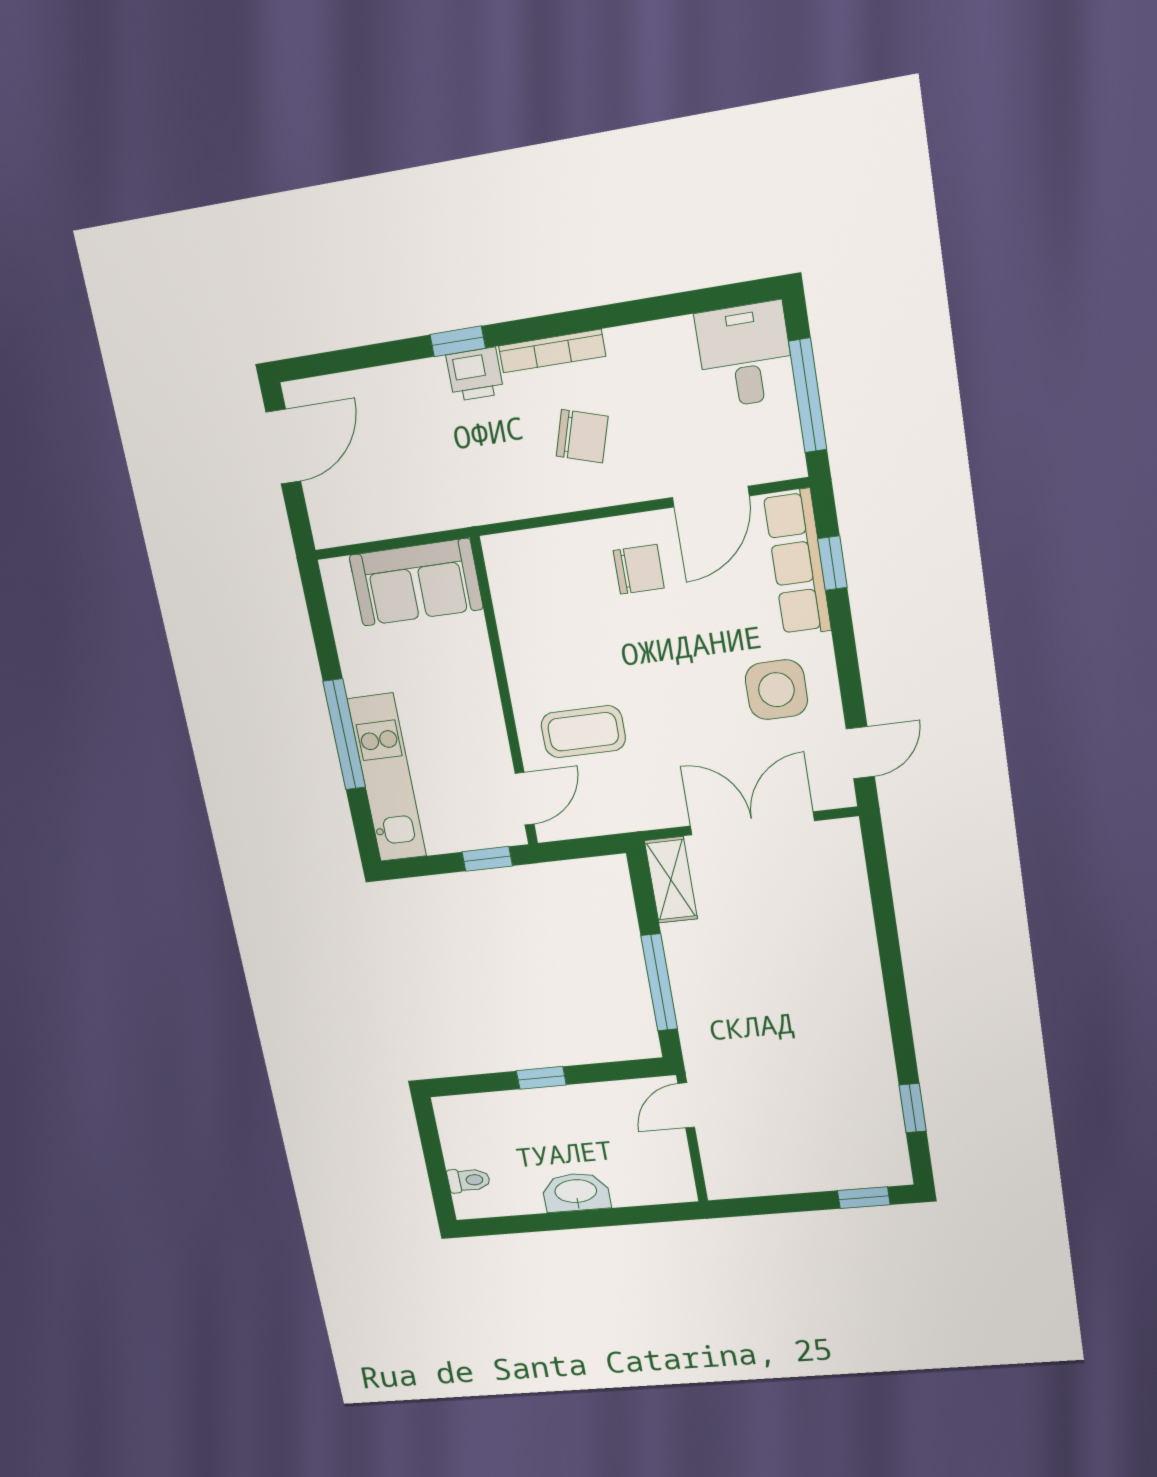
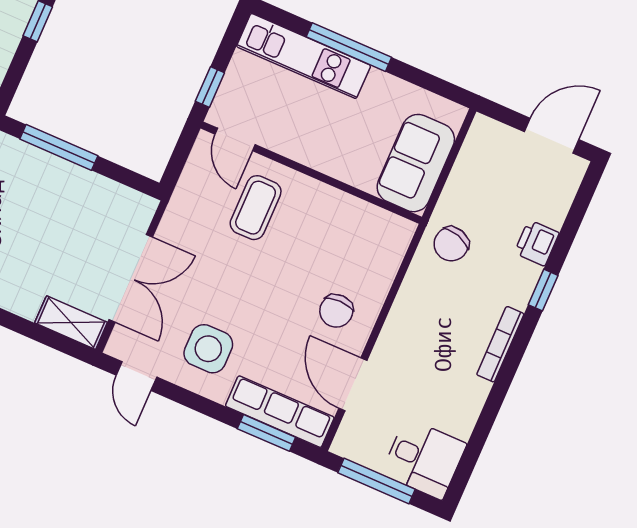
printer: (475, 374) -> (537, 243), moved
chair: (582, 436) -> (451, 244), moved
door: (283, 447) -> (552, 136), swing flipped
window: (832, 563) -> (266, 433), width x1.50
shelving: (671, 880) -> (71, 323), moved

